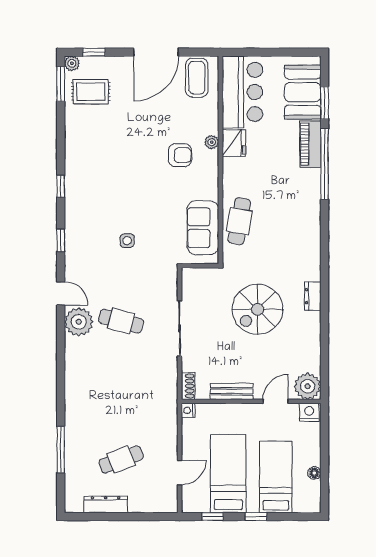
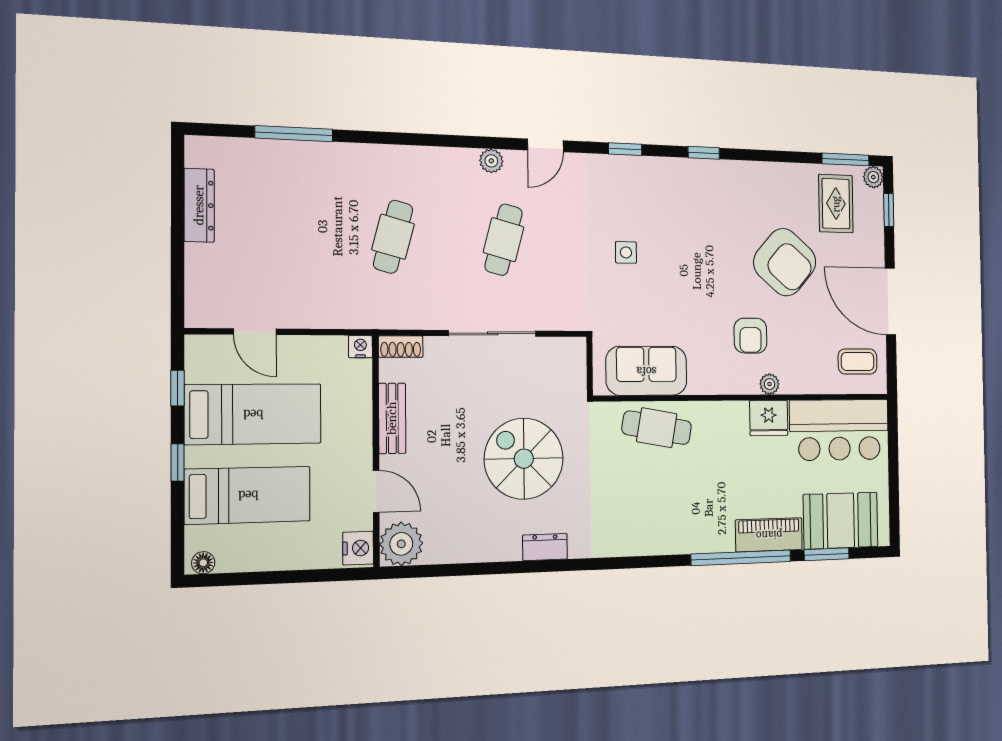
coffee table: (197, 78) -> (858, 361), width x0.73, depth x0.77
armchair: (131, 130) -> (785, 262), added
plant: (79, 322) -> (491, 161), width x0.53, depth x0.53
cafe table: (121, 459) -> (393, 237), moved, turned 36
floor lamp: (314, 473) -> (203, 563), moved

